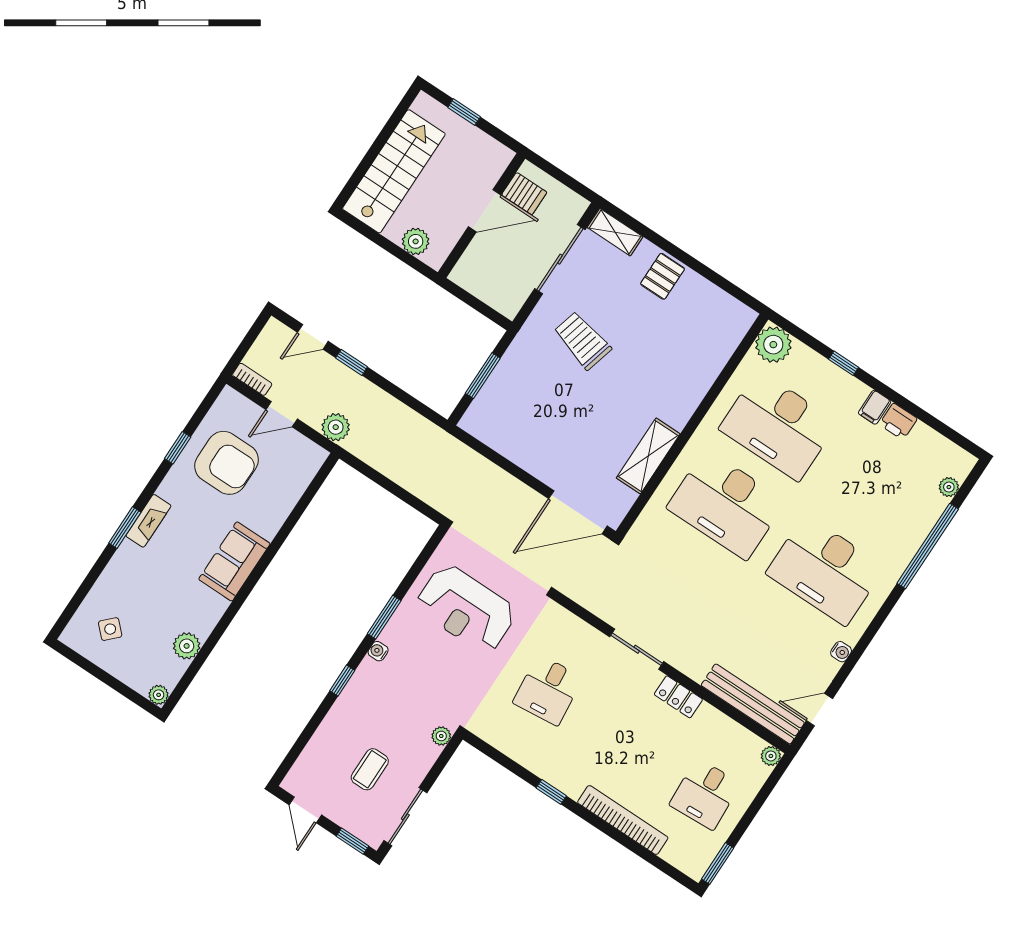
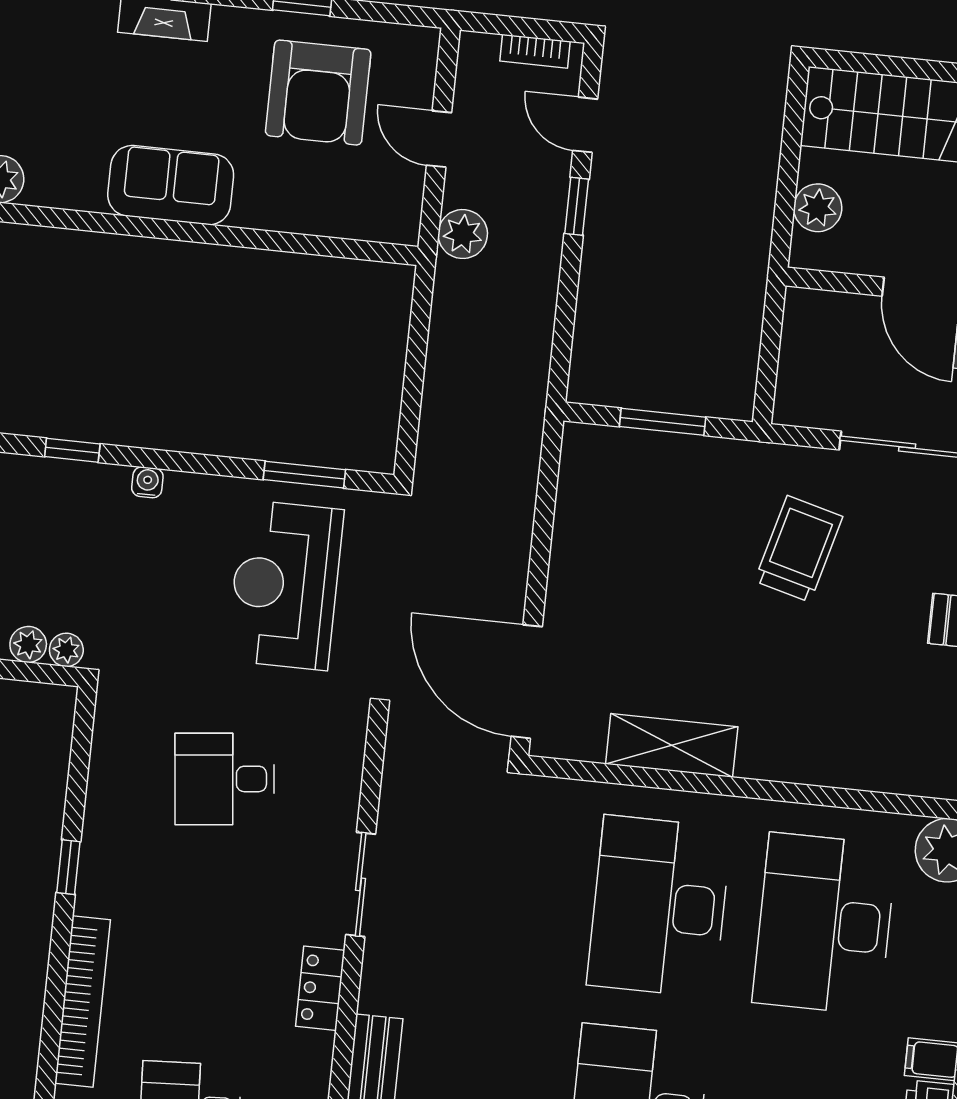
bookcase: (252, 379) -> (535, 51), moved, turned 90
window: (384, 617) -> (304, 475), moved
plant: (429, 754) -> (28, 645), added

